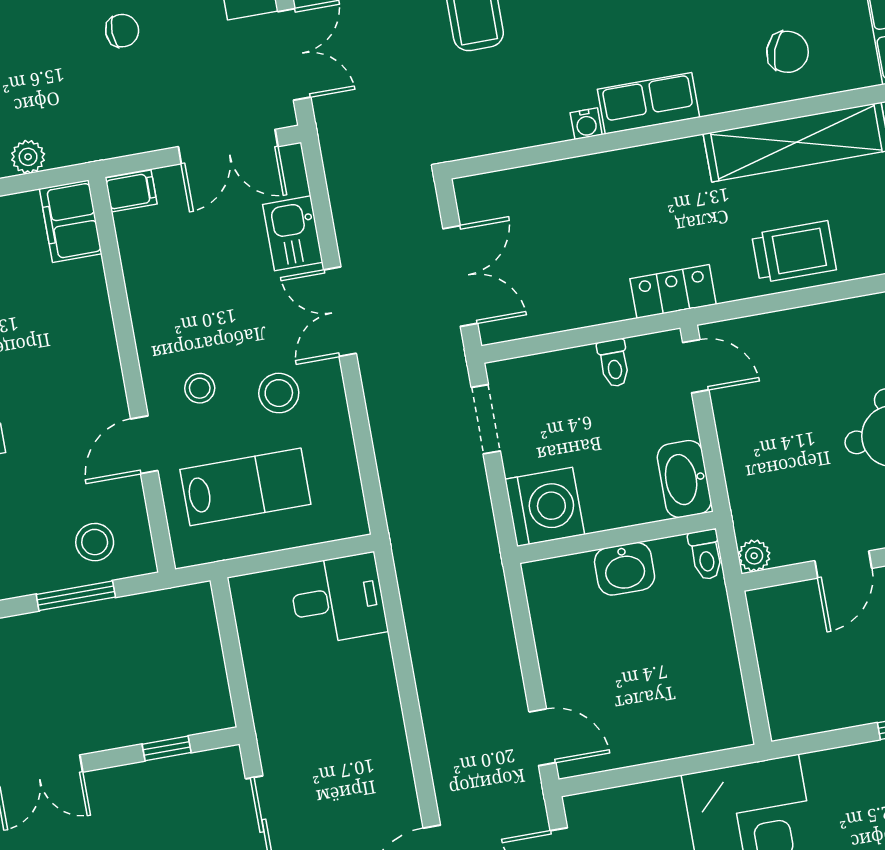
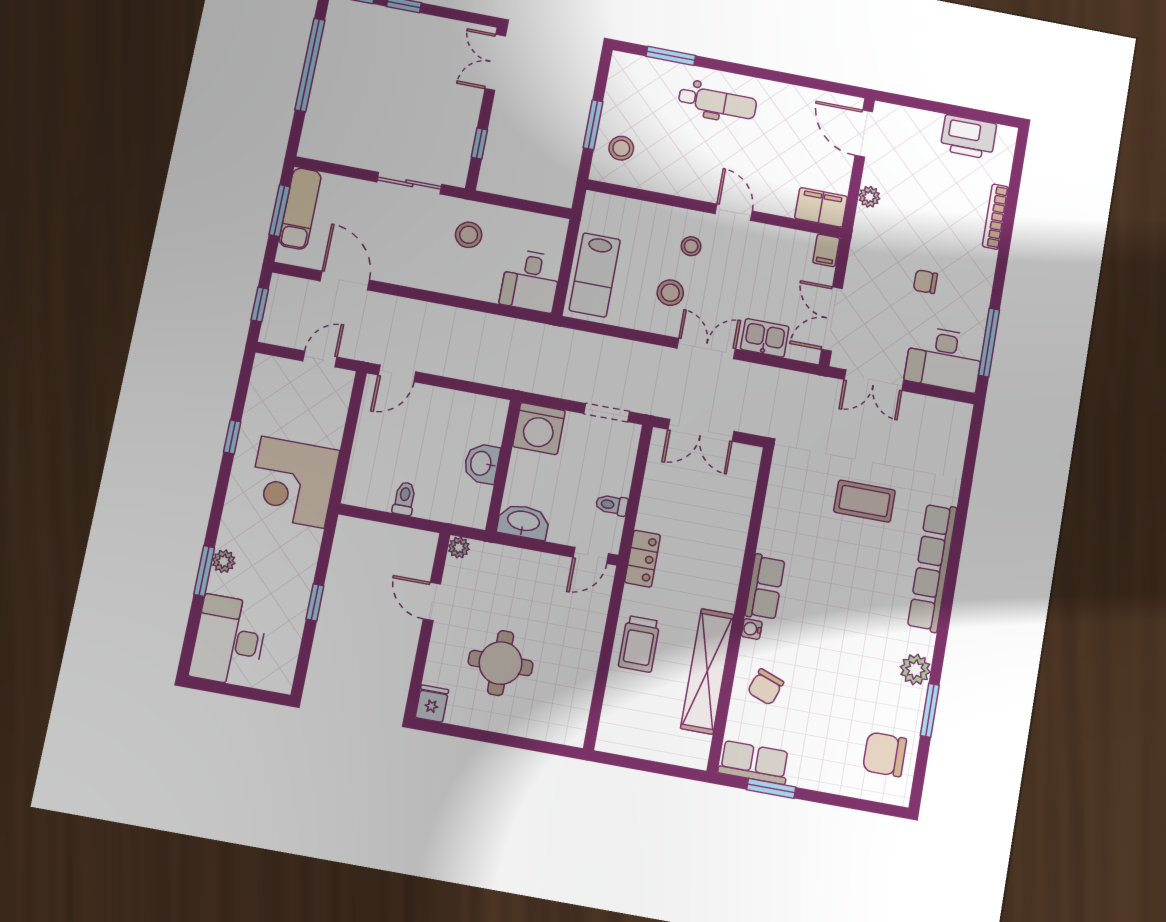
chair: (122, 31) -> (925, 282), turned 92
water cooler: (586, 124) -> (752, 629), moved
door: (144, 445) -> (734, 212), moved
lab bench: (245, 487) -> (595, 275), moved
toilet: (706, 555) -> (404, 499), moved, turned 90
stool: (305, 713) -> (469, 235), added

